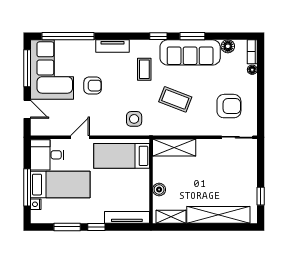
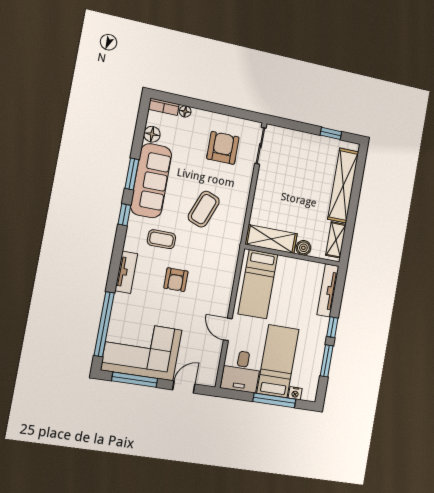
armchair: (93, 86) -> (176, 280), moved, turned 180
side table: (134, 119) -> (218, 262), removed
shelving: (174, 148) -> (271, 239), moved, turned 90

